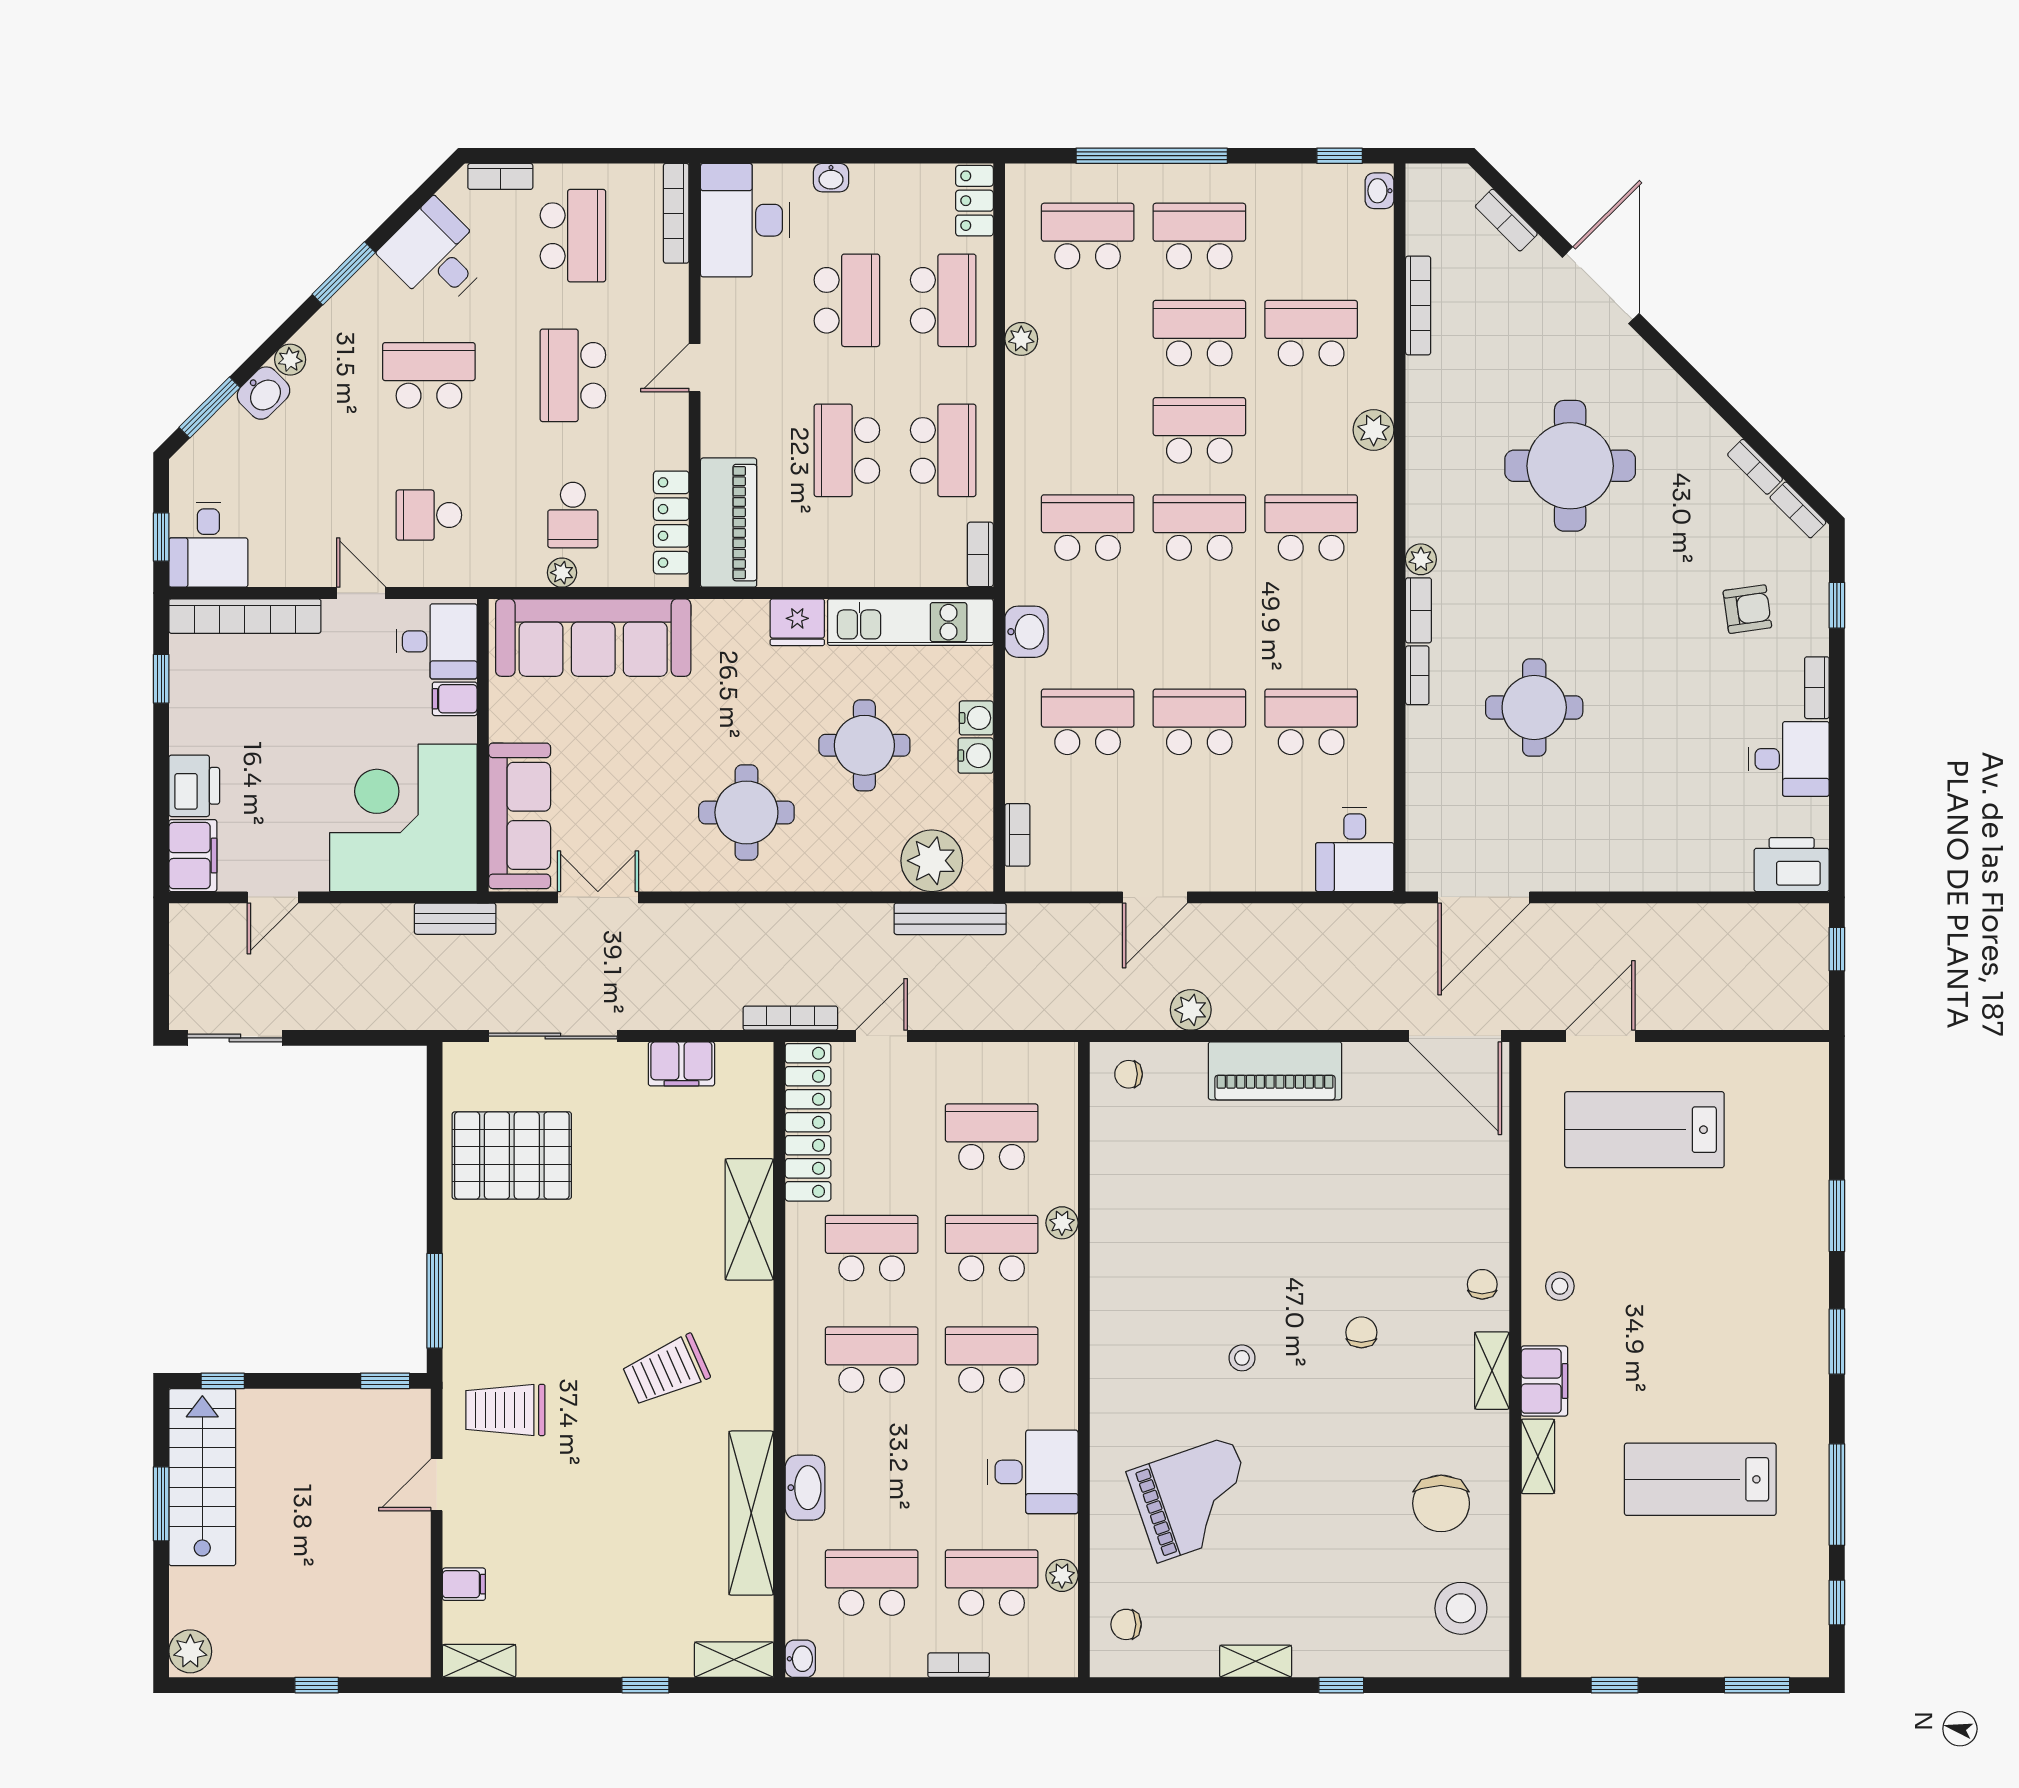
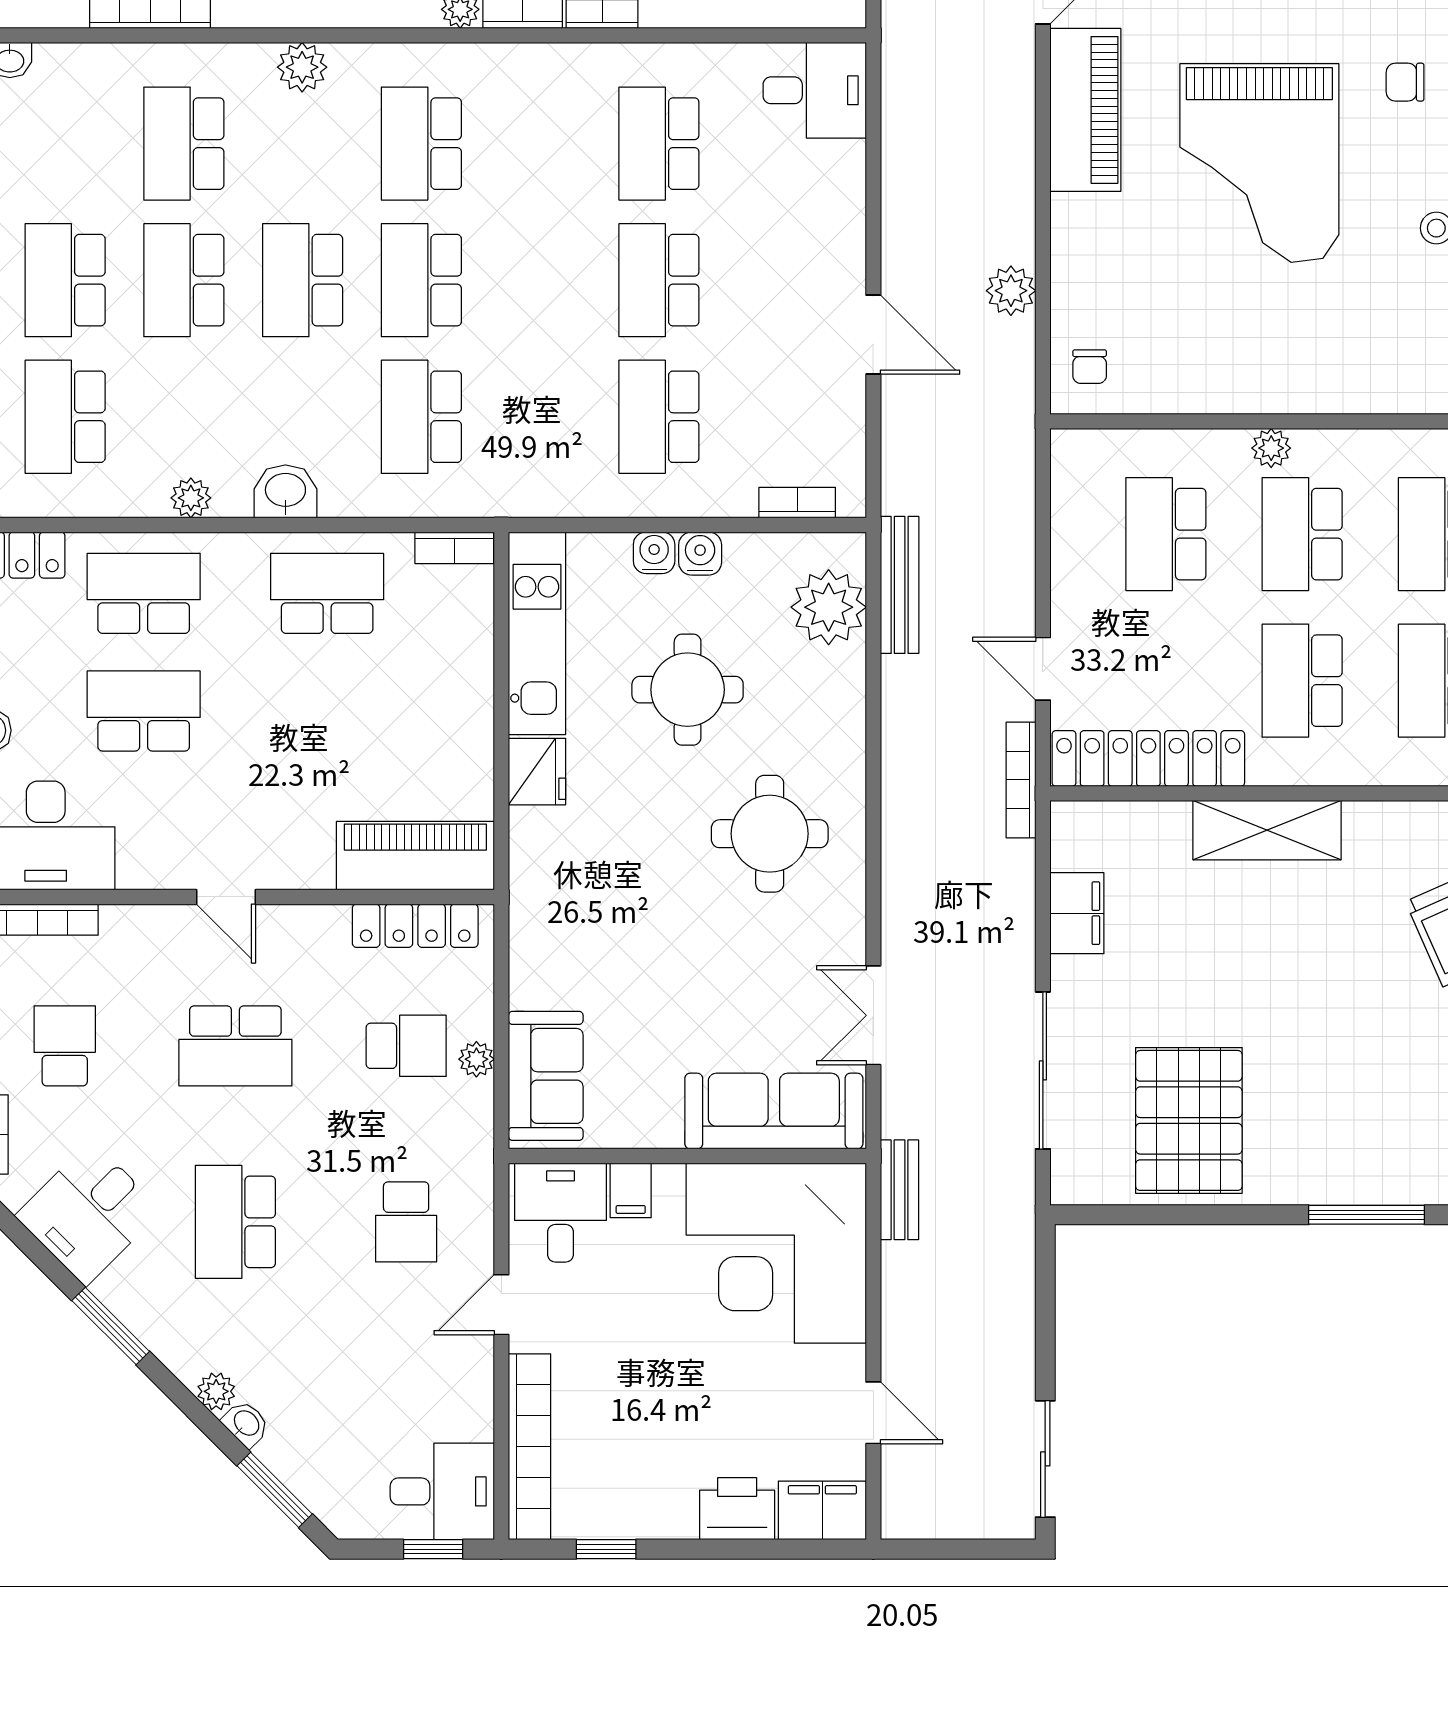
school desk: (573, 236) -> (65, 1046), width x0.54
washbasin: (263, 393) -> (246, 1424), width x0.72, depth x0.69
school desk: (847, 450) -> (327, 711), removed
washbasin: (1026, 632) -> (285, 491), moved
sofa: (593, 638) -> (546, 1076), width x0.54, depth x0.79
piano: (1275, 1071) -> (1085, 110), moved
grand piano: (1295, 1213) -> (1259, 163), added

